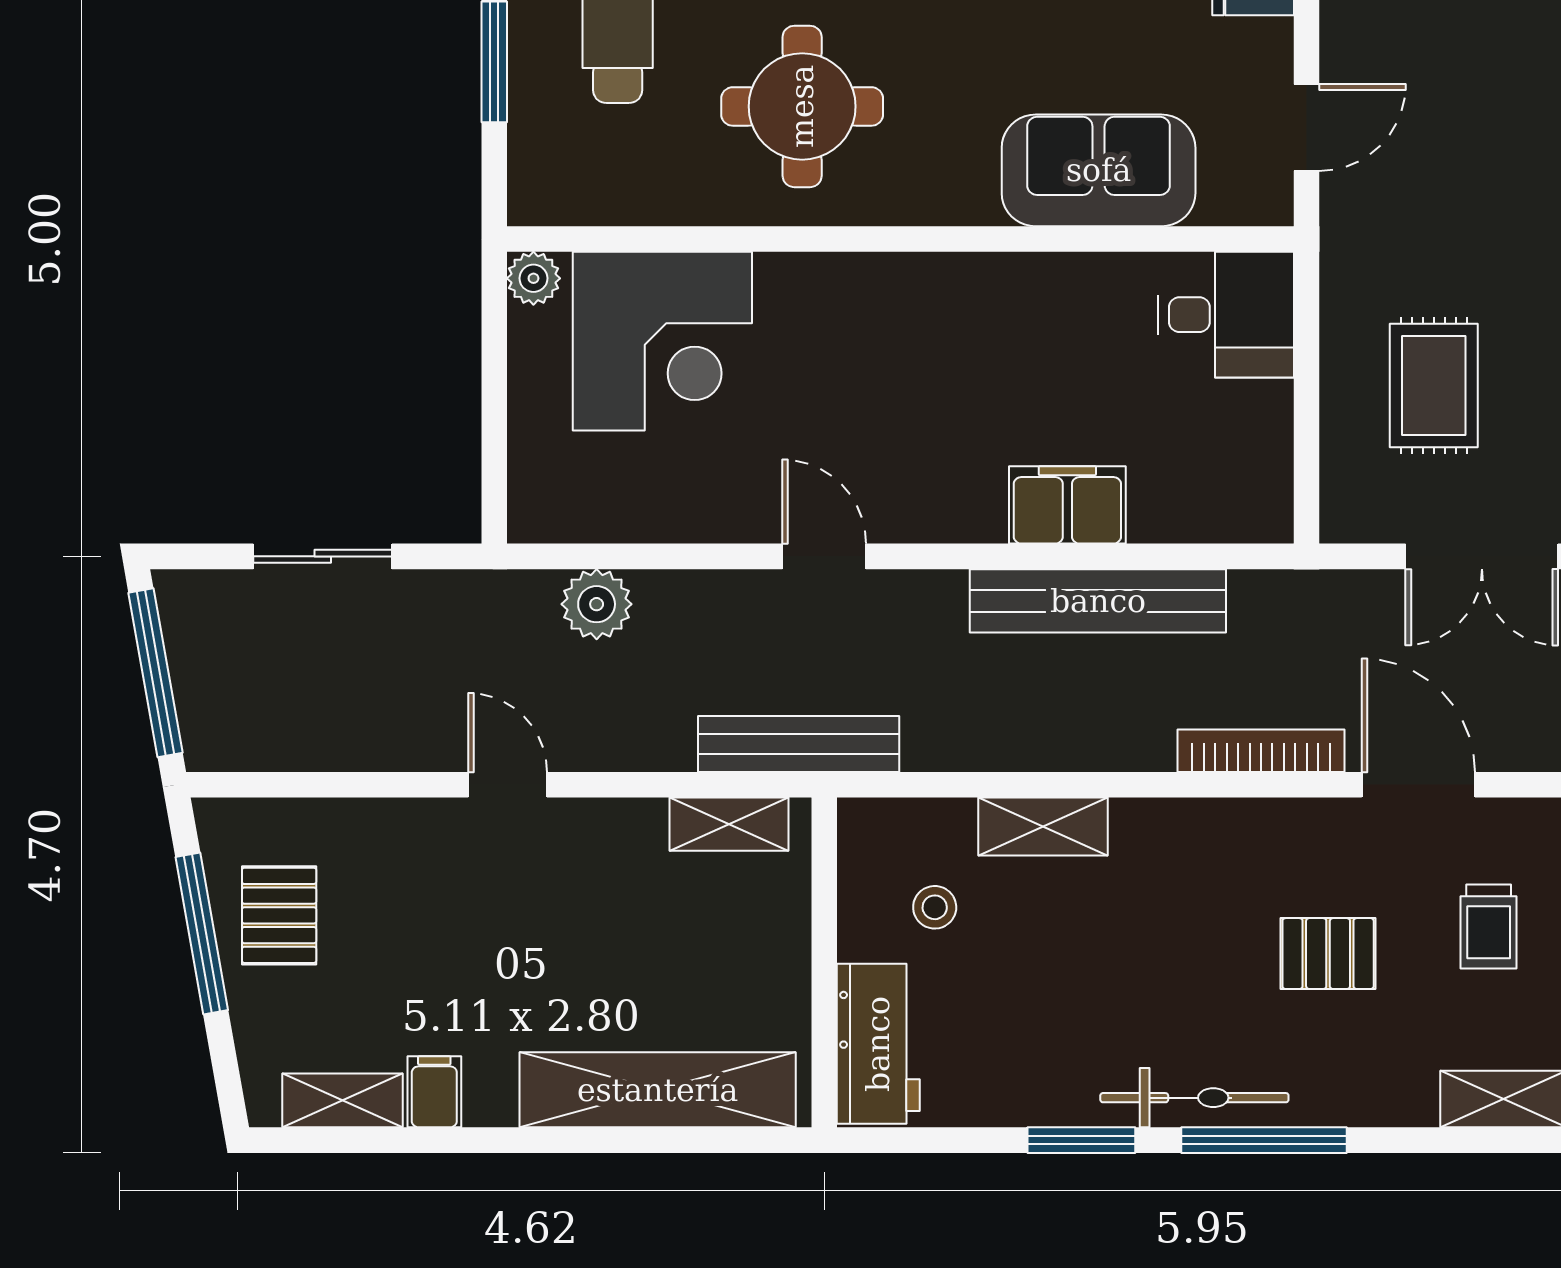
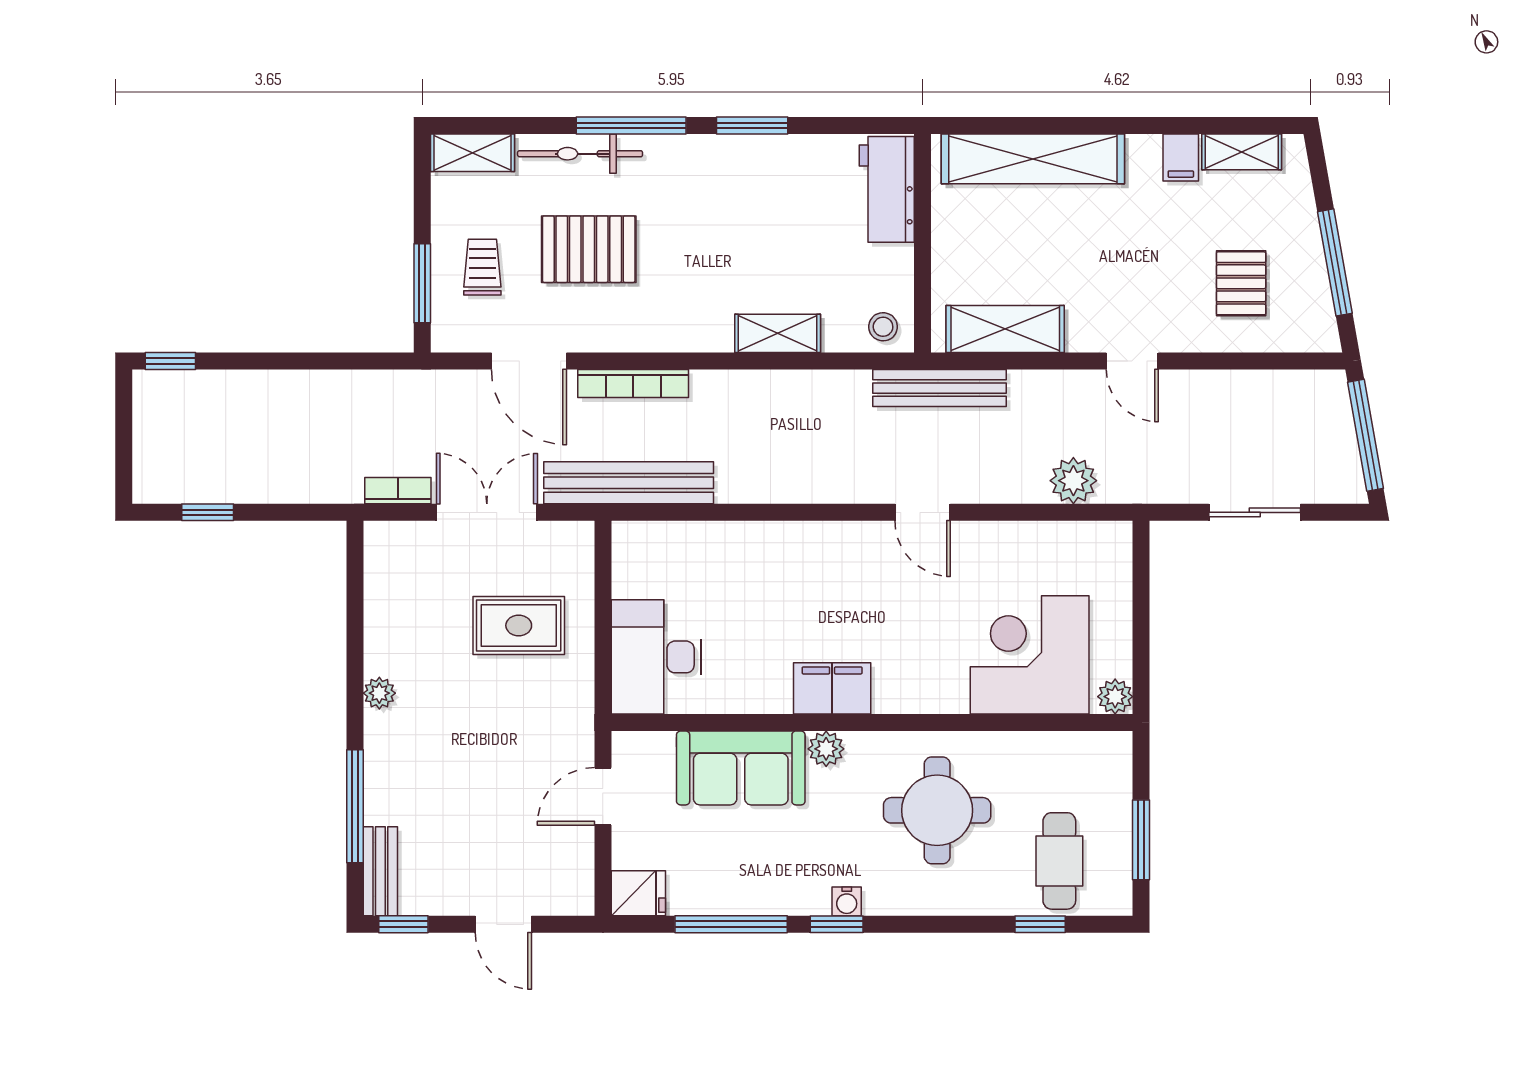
plant: (970, 199) -> (826, 749), added
desk: (1226, 315) -> (656, 657), width x1.37
rug: (1434, 385) -> (519, 625), turned 90
filing cabinet: (1067, 505) -> (832, 688), moved, turned 180
bench: (1098, 601) -> (629, 483), moved
shelving: (729, 824) -> (1005, 329), width x1.50, depth x1.33
stool: (935, 907) -> (883, 327), moved
pallet: (279, 915) -> (1241, 283), moved
pallet: (1328, 954) -> (589, 249), width x1.50, depth x1.42
bicycle: (1194, 1098) -> (580, 154), moved

